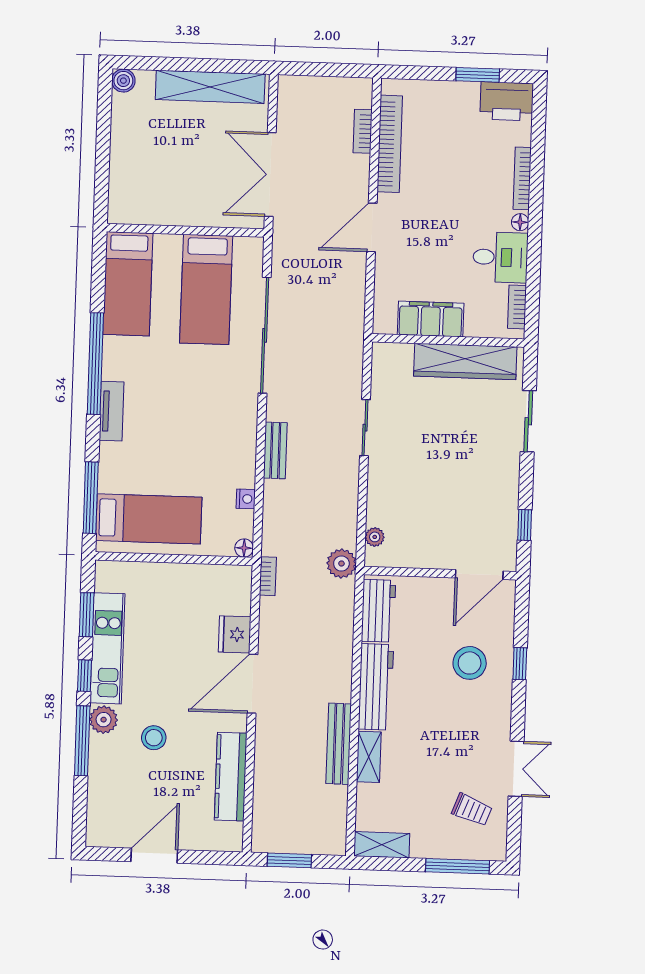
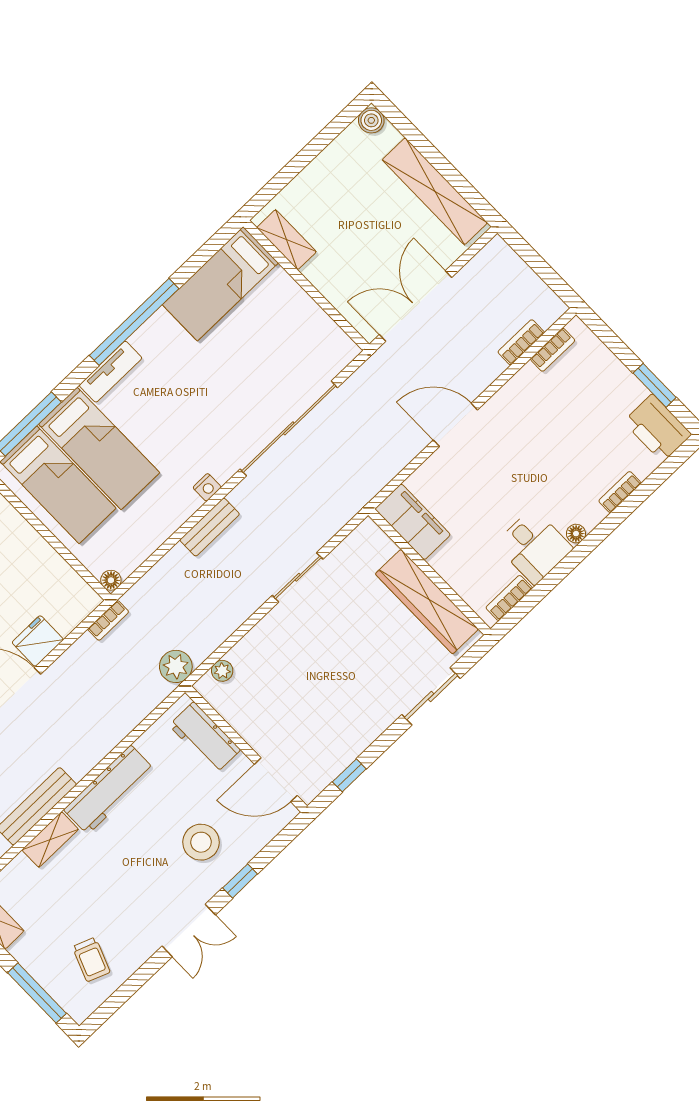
bookcase: (390, 144) -> (553, 350), width x0.43, depth x0.76
bookcase: (522, 178) -> (620, 492), width x0.64
shelving: (143, 213) -> (287, 240), added
bed: (206, 289) -> (99, 448), moved, turned -90
filing cabinet: (431, 319) -> (413, 522), moved
nightstand: (246, 499) -> (207, 487), moved
workbench: (379, 611) -> (205, 738), moved, turned 90
double door: (516, 769) -> (189, 930), moved

